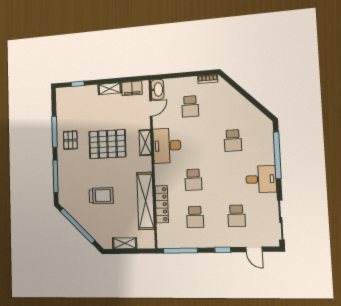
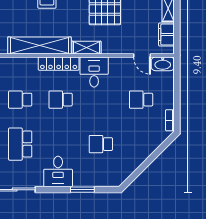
shelving: (145, 143) -> (86, 48), moved
desk: (167, 146) -> (94, 72), width x0.73
window: (277, 155) -> (82, 190), width x0.47
locker: (162, 204) -> (59, 64), moved
school desk: (237, 216) -> (20, 144), width x1.85

